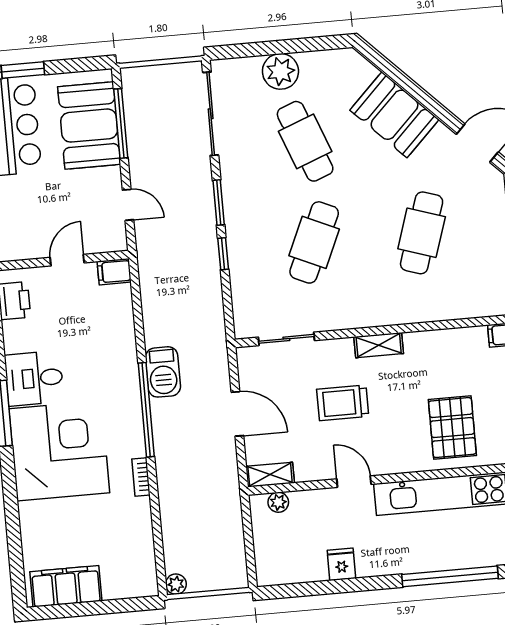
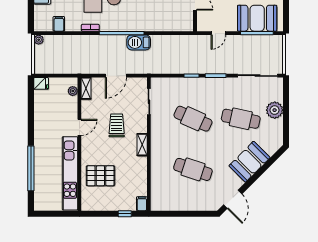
cafe table: (305, 141) -> (241, 119), turned 33
filing cabinet: (114, 272) -> (59, 24), moved
fridge: (341, 564) -> (41, 83), moved

